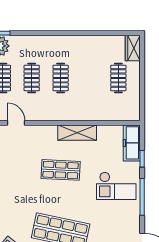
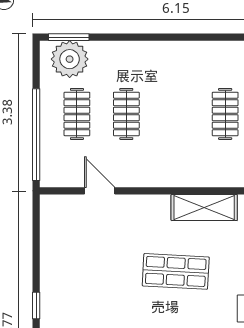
clothes rail: (61, 78) -> (225, 114), moved

